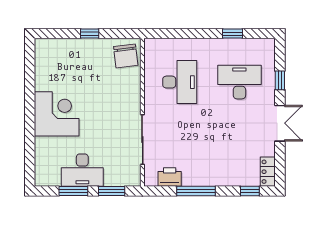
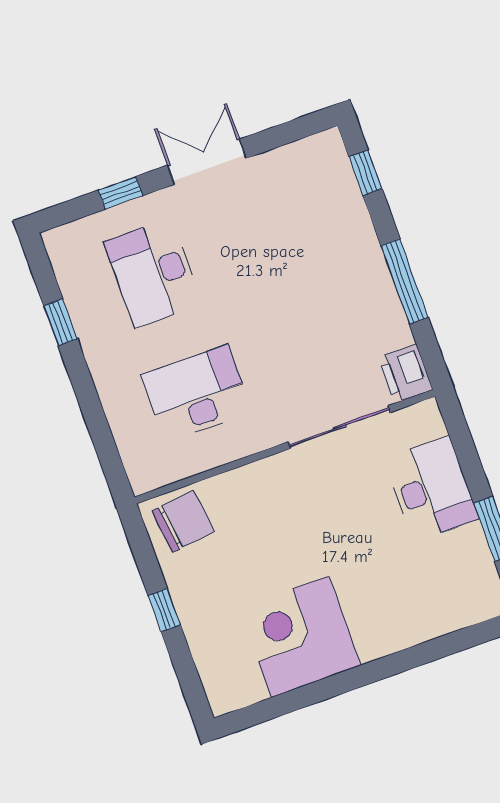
corner desk: (57, 114) -> (300, 637), moved
desk: (82, 170) -> (432, 489), moved
locker: (268, 172) -> (313, 151), removed
printer: (170, 177) -> (406, 374), moved
window: (112, 191) -> (466, 452), removed

